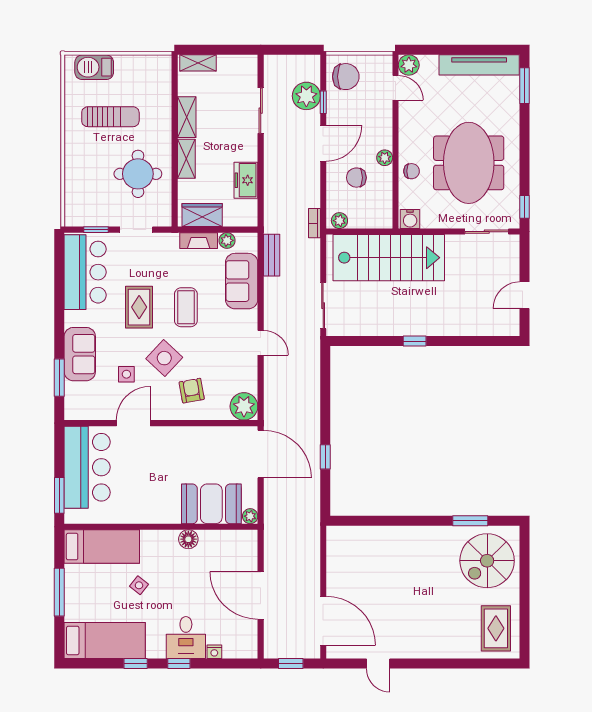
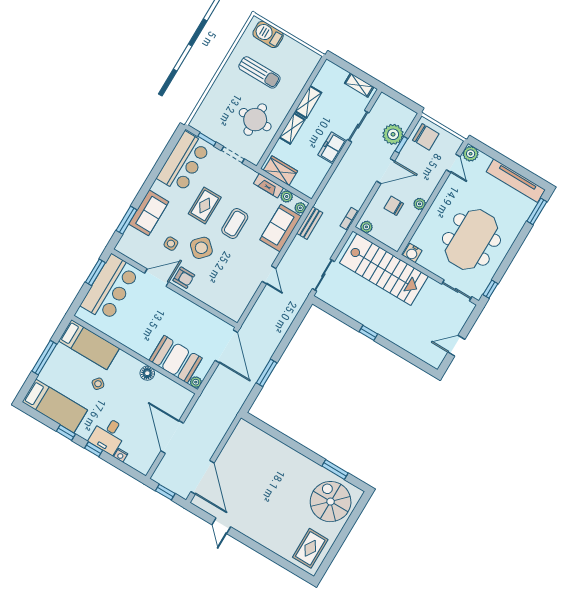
shelving: (198, 63) -> (359, 85), moved
chair: (412, 171) -> (432, 223), removed
freezer: (246, 180) -> (332, 148), moved
armchair: (192, 391) -> (184, 278), moved, turned 100
plant: (244, 406) -> (300, 208), moved, width x0.53, depth x0.53
window: (325, 457) -> (267, 373), width x1.50
window: (59, 495) -> (95, 272), moved
spiral stairs: (487, 561) -> (331, 502), turned 90

